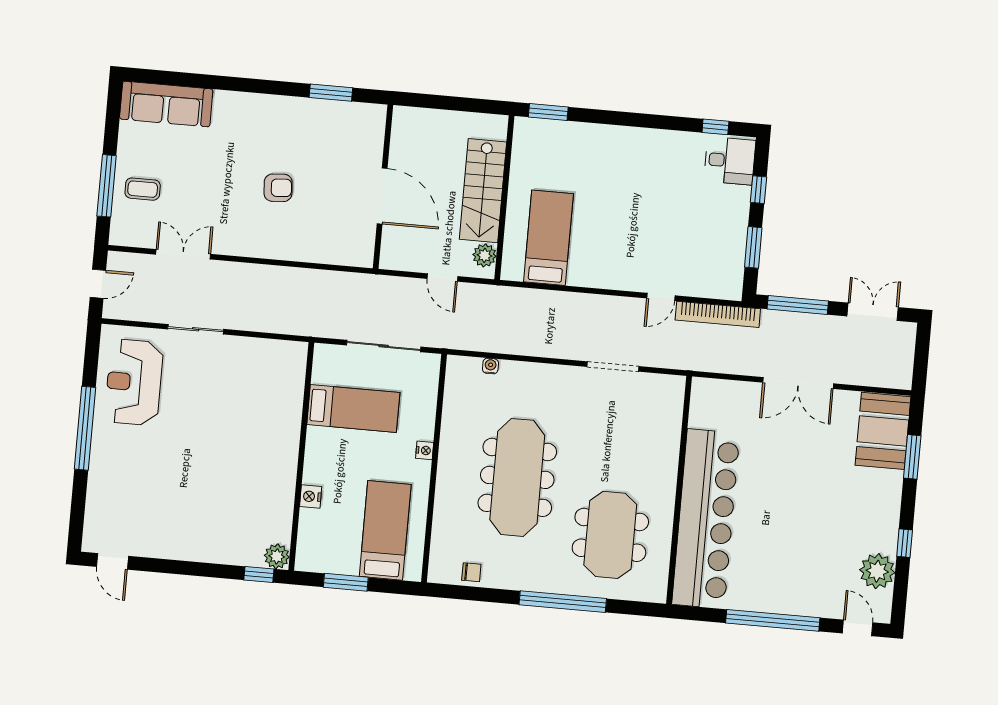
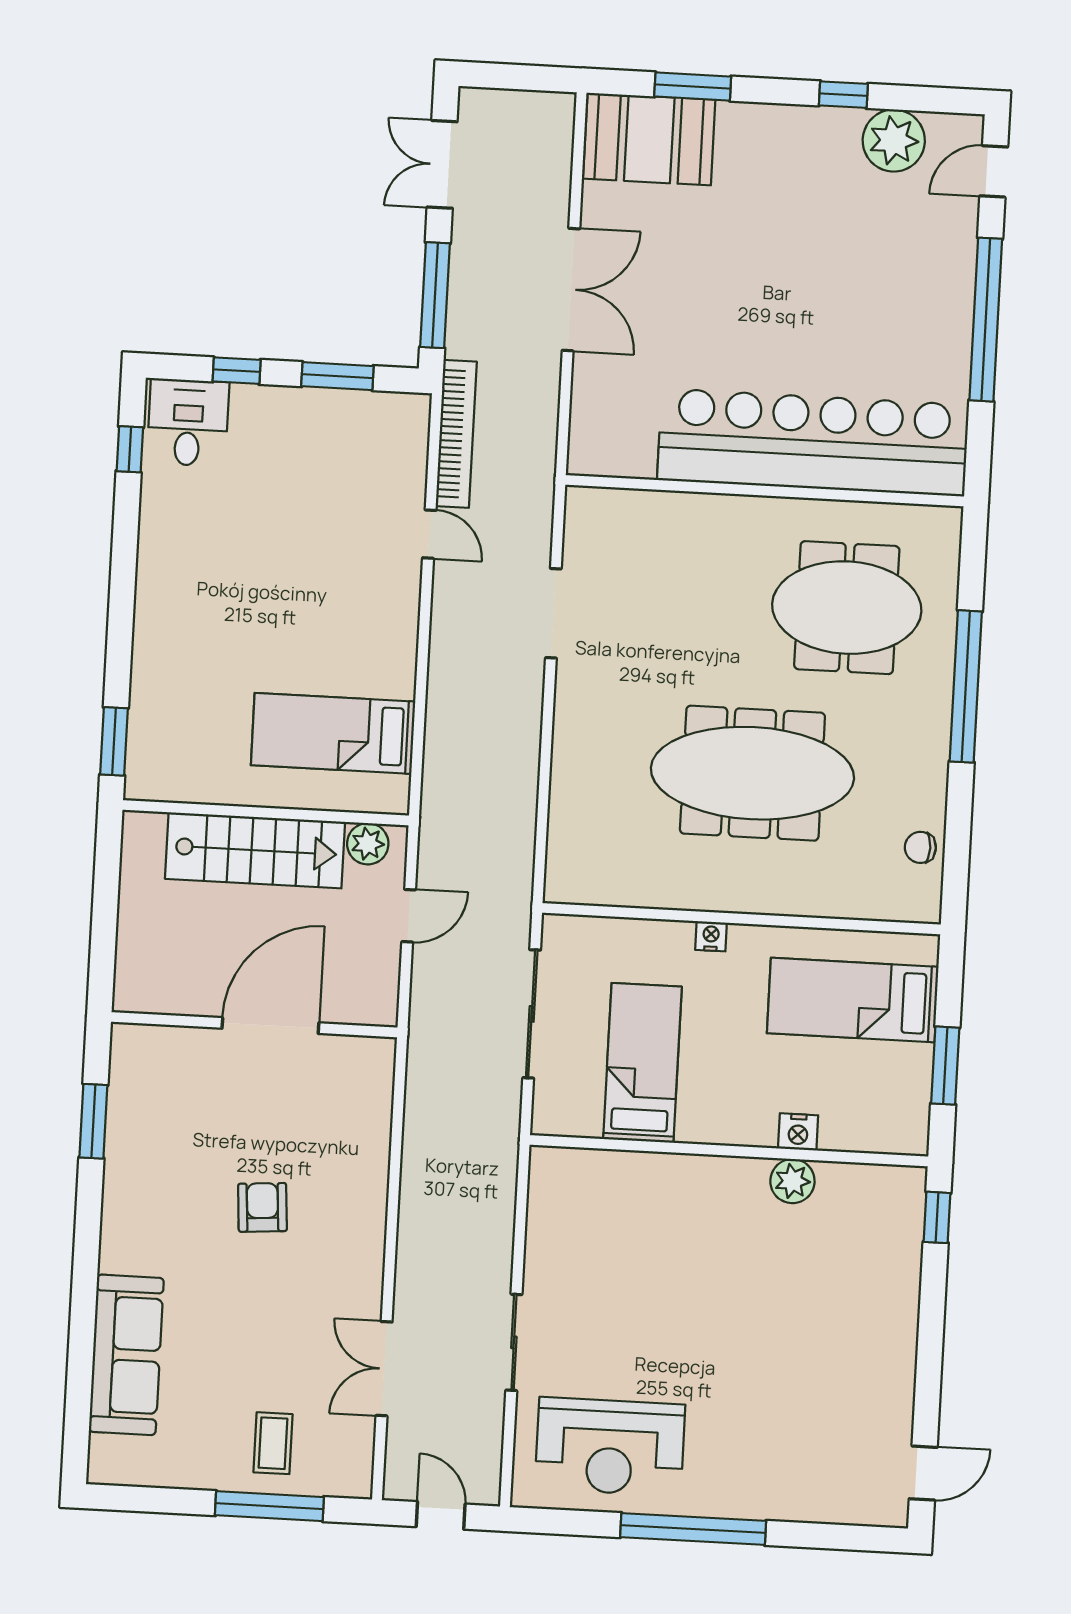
sofa: (166, 104) -> (126, 1355), moved
water cooler: (490, 366) -> (560, 827), removed
plant: (277, 556) -> (792, 1181), moved
chair: (471, 572) -> (920, 847), turned -90

